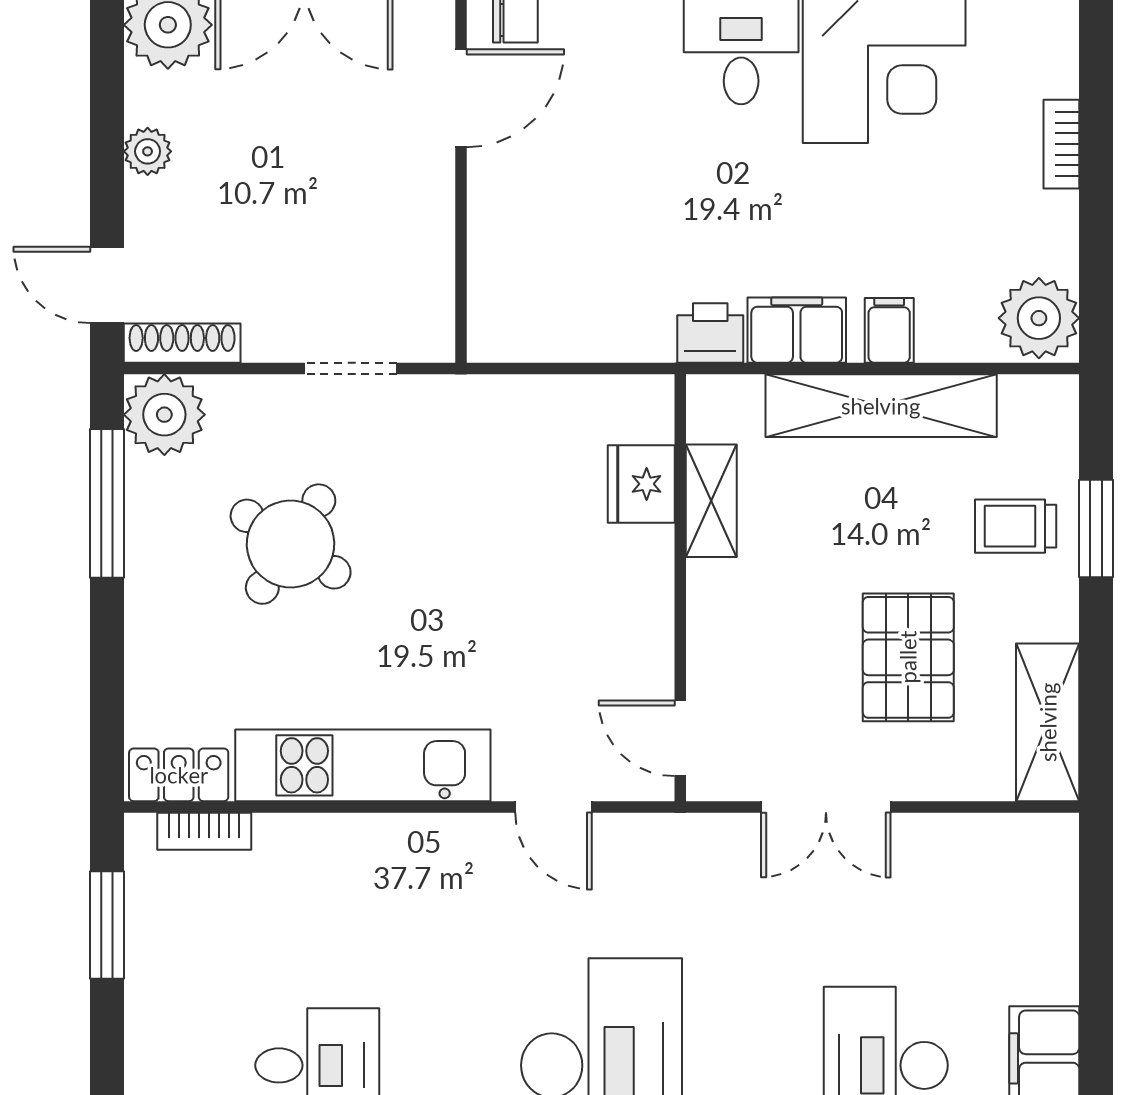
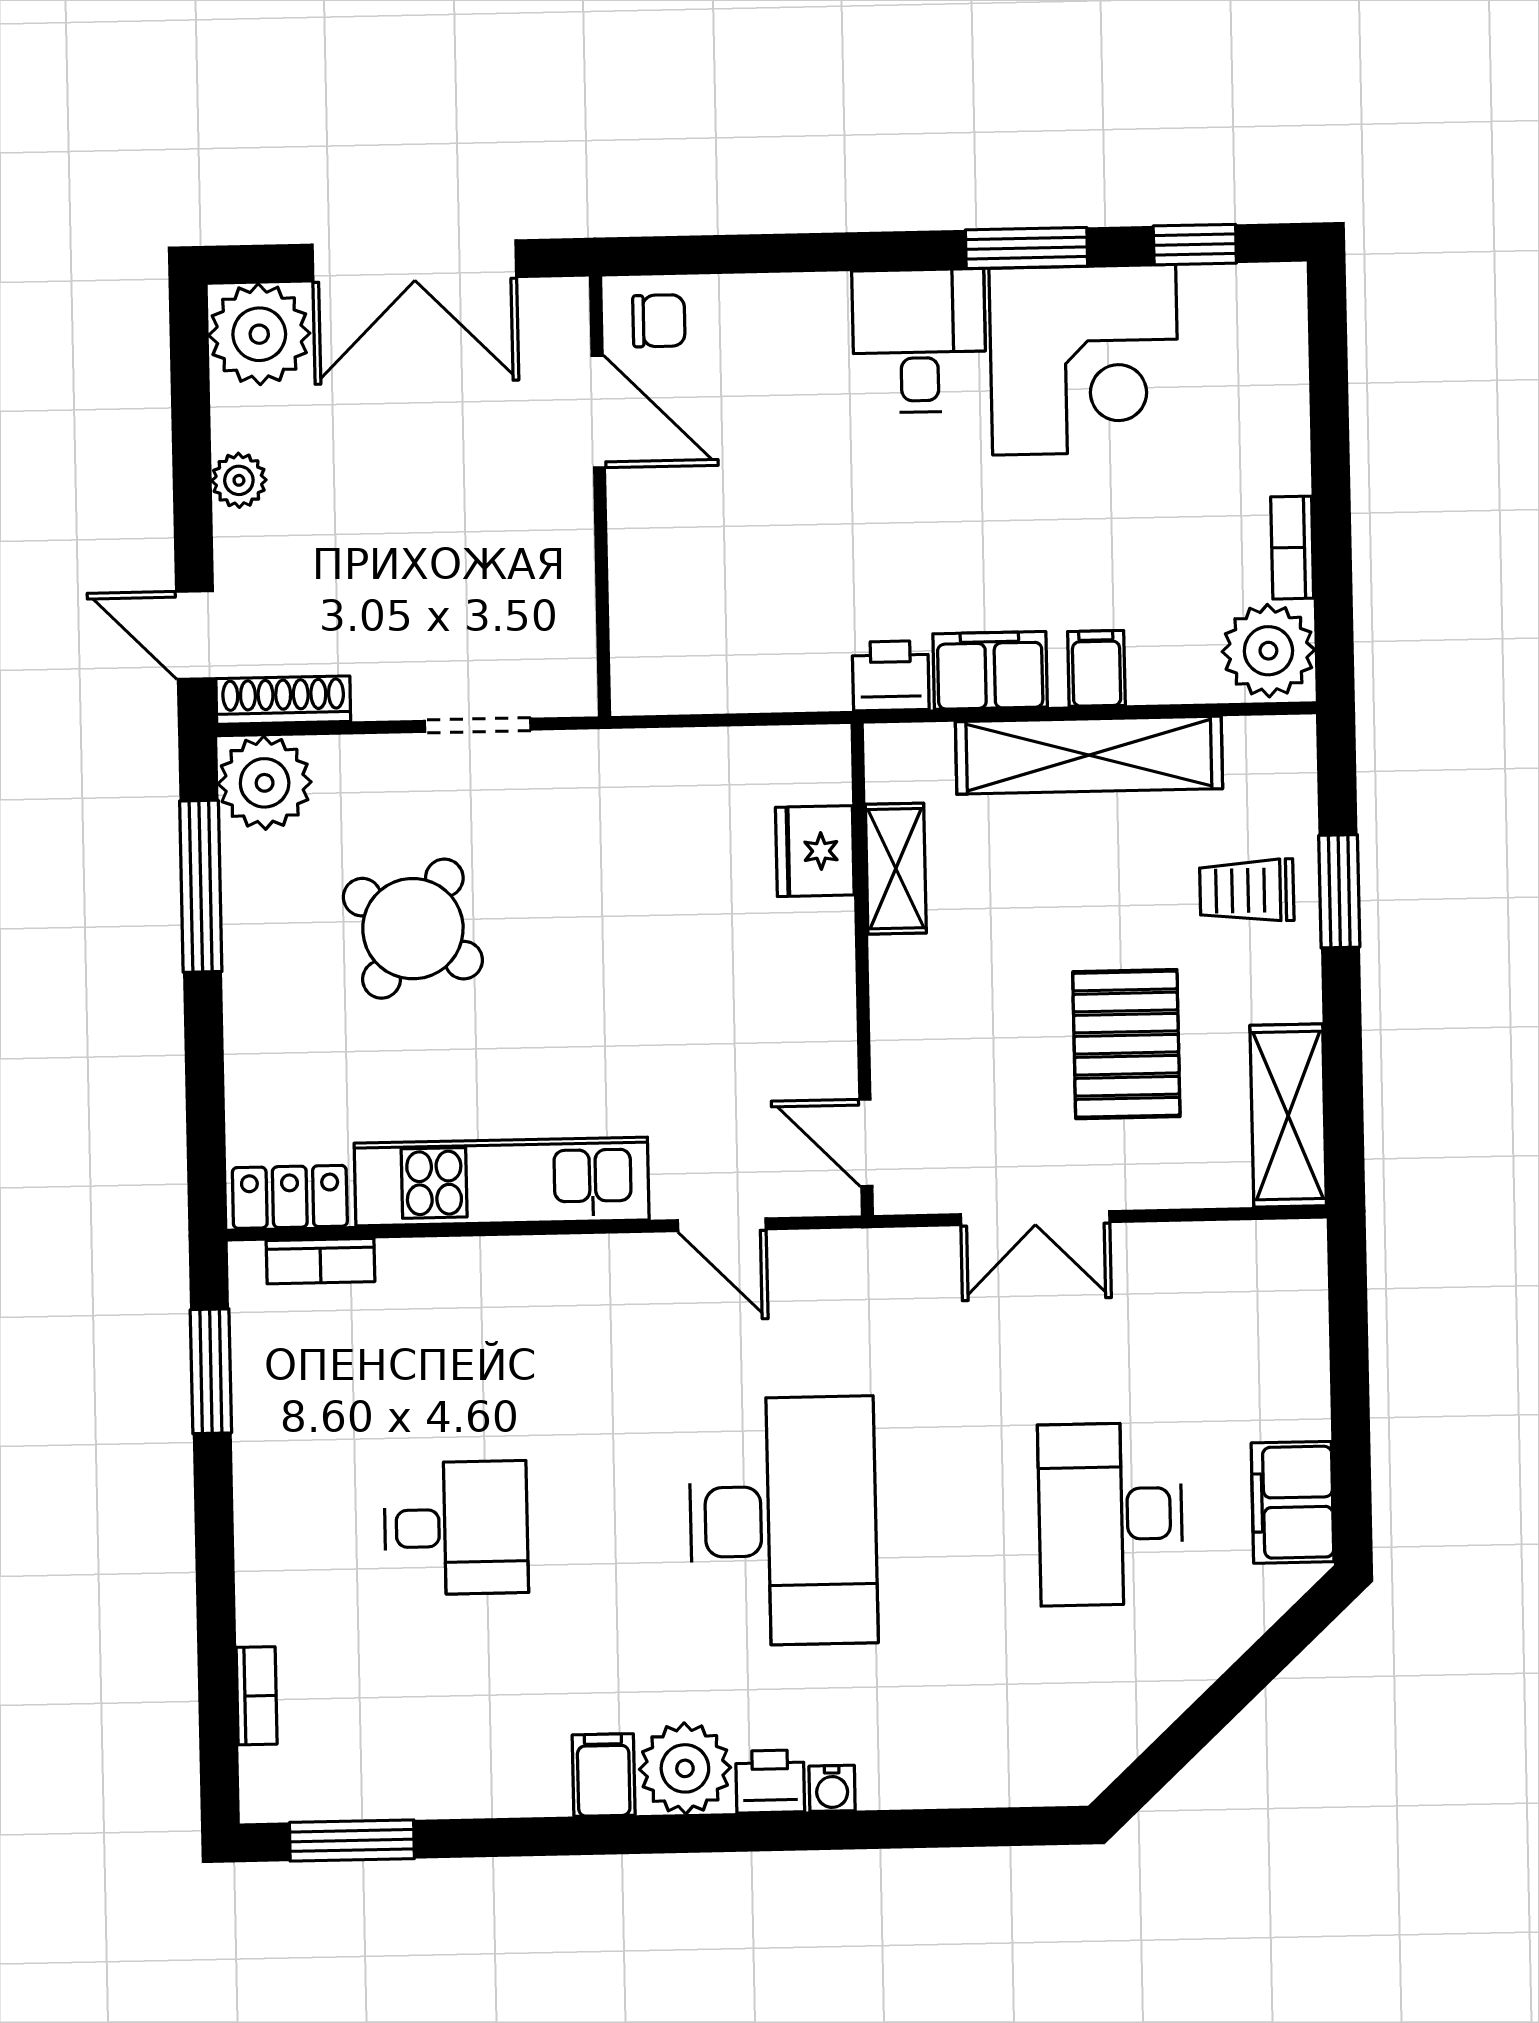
door: (461, 98) -> (598, 412), hinge flipped
bookcase: (1061, 144) -> (1292, 548), moved

